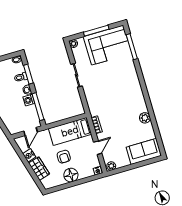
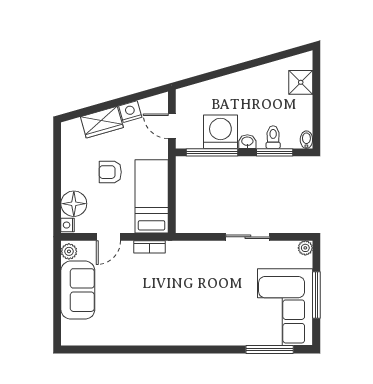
washing machine: (29, 100) -> (220, 132), width x1.89, depth x1.89
plant: (145, 118) -> (137, 336), removed
door: (98, 148) -> (108, 237), hinge flipped
sofa: (144, 151) -> (78, 290), moved
floor lamp: (71, 175) -> (74, 204), moved

